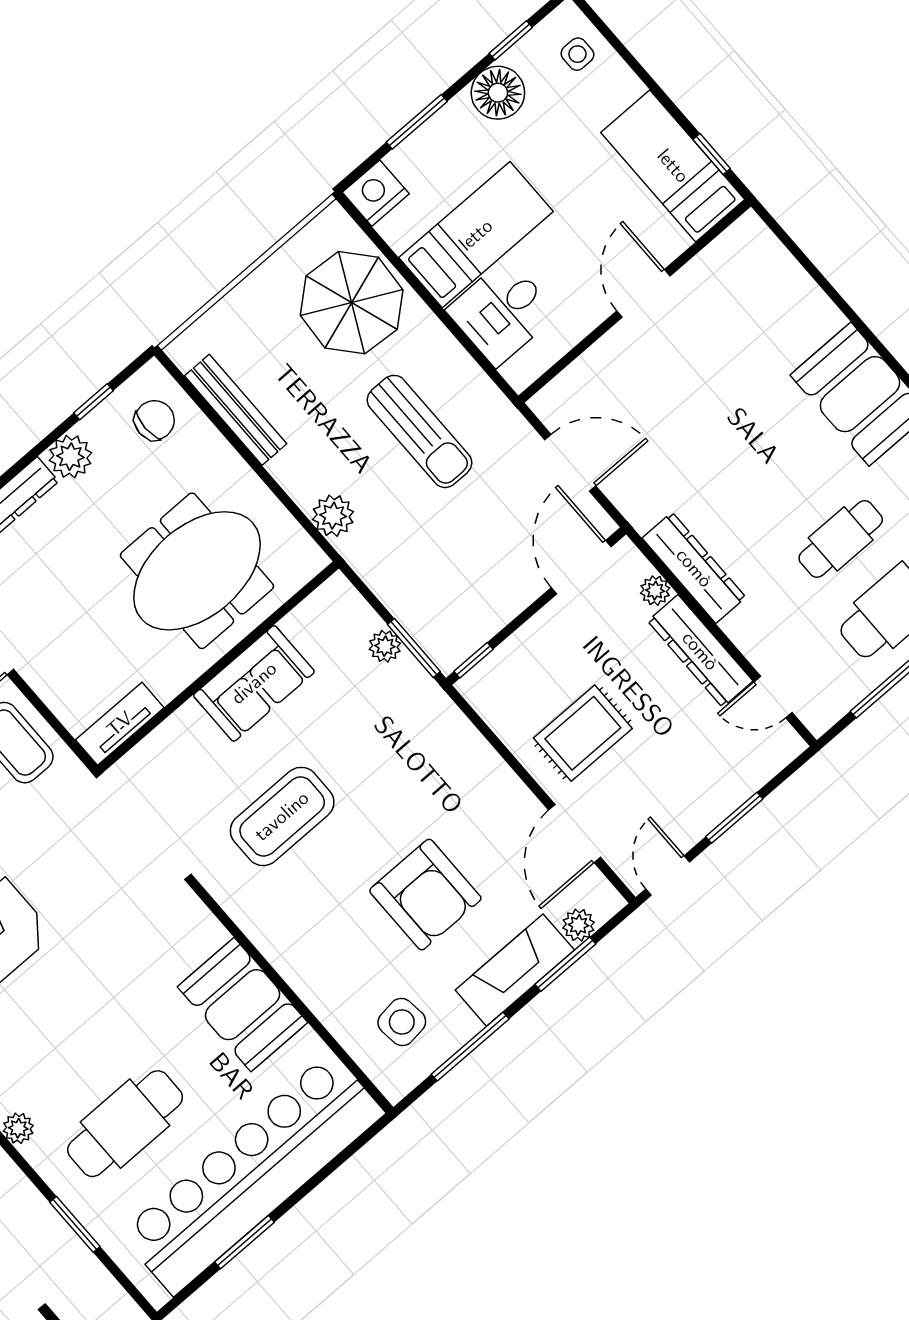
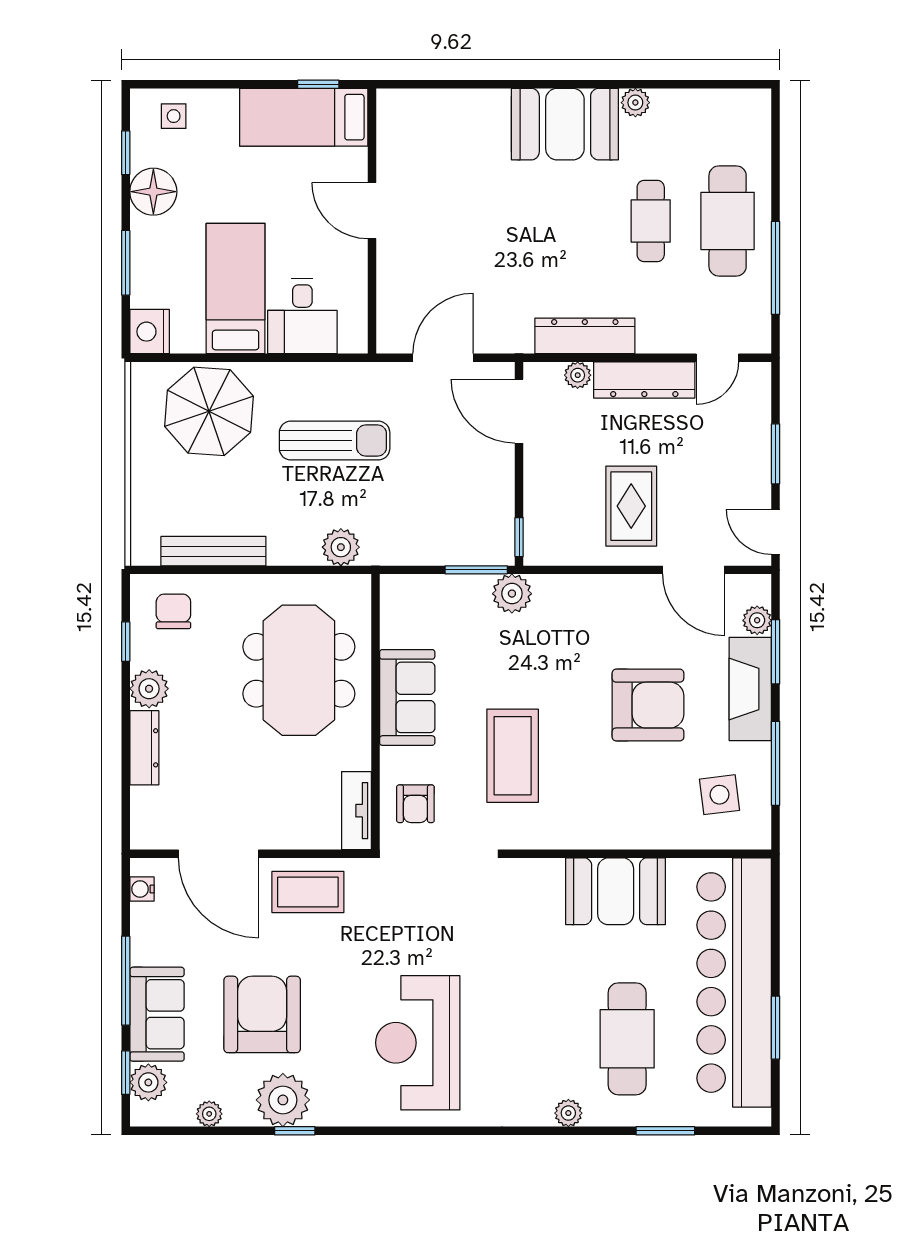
plant: (385, 646) -> (512, 594), moved, width x1.38, depth x1.38
armchair: (169, 769) -> (415, 804), added

